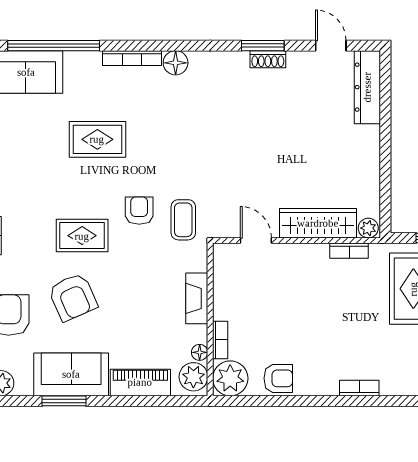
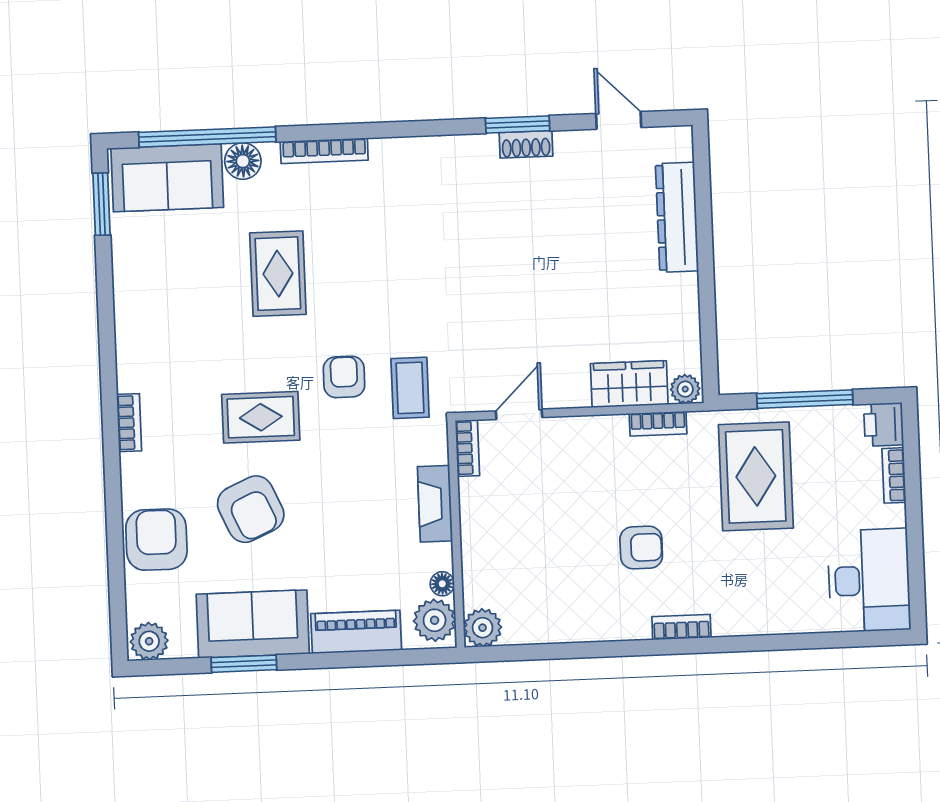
floor lamp: (176, 63) -> (243, 161), moved
dresser: (367, 87) -> (677, 217), moved
rug: (97, 139) -> (278, 274), turned 90
wardrobe: (318, 223) -> (629, 384), width x0.67
door: (256, 240) -> (519, 414), hinge flipped
bookcase: (220, 340) -> (467, 448), moved
plant: (230, 378) -> (483, 628), width x0.73, depth x0.73
armchair: (278, 378) -> (641, 548), moved

